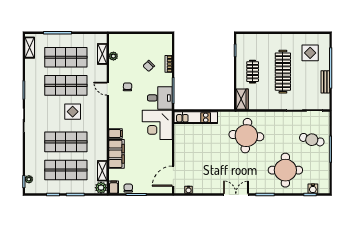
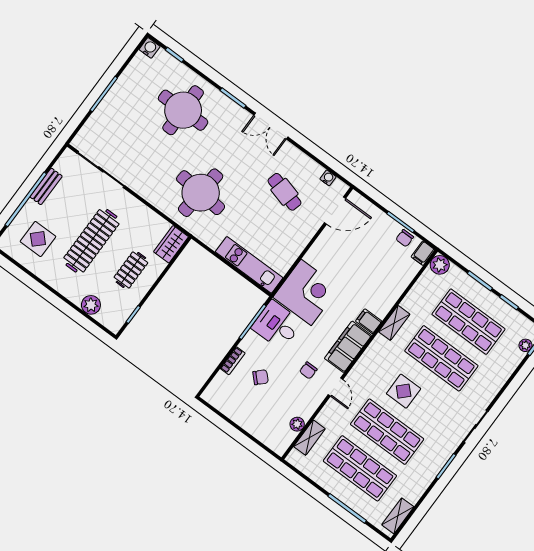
plant: (260, 40) -> (91, 305), added
cafe table: (312, 140) -> (284, 192), moved
filing cabinet: (116, 154) -> (348, 347), moved
shelving: (102, 171) -> (394, 323), moved
water cooler: (313, 189) -> (150, 48), moved

